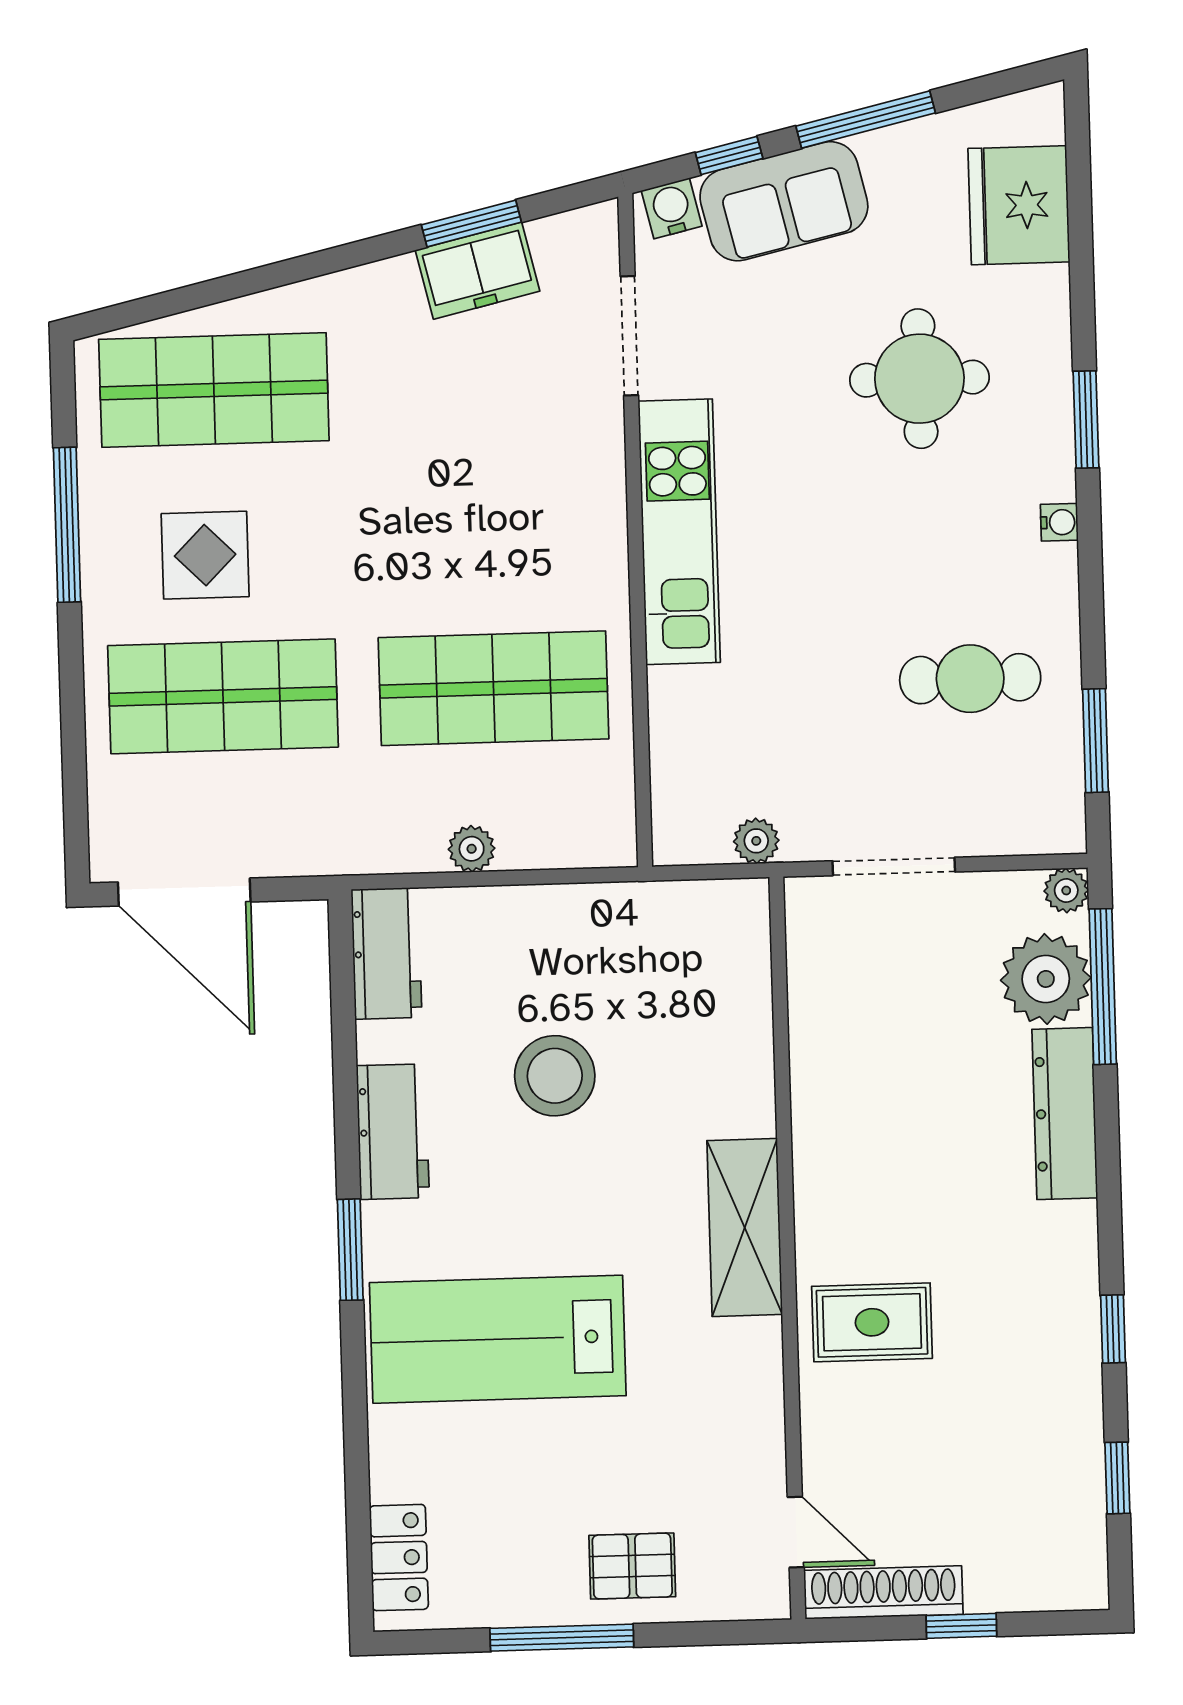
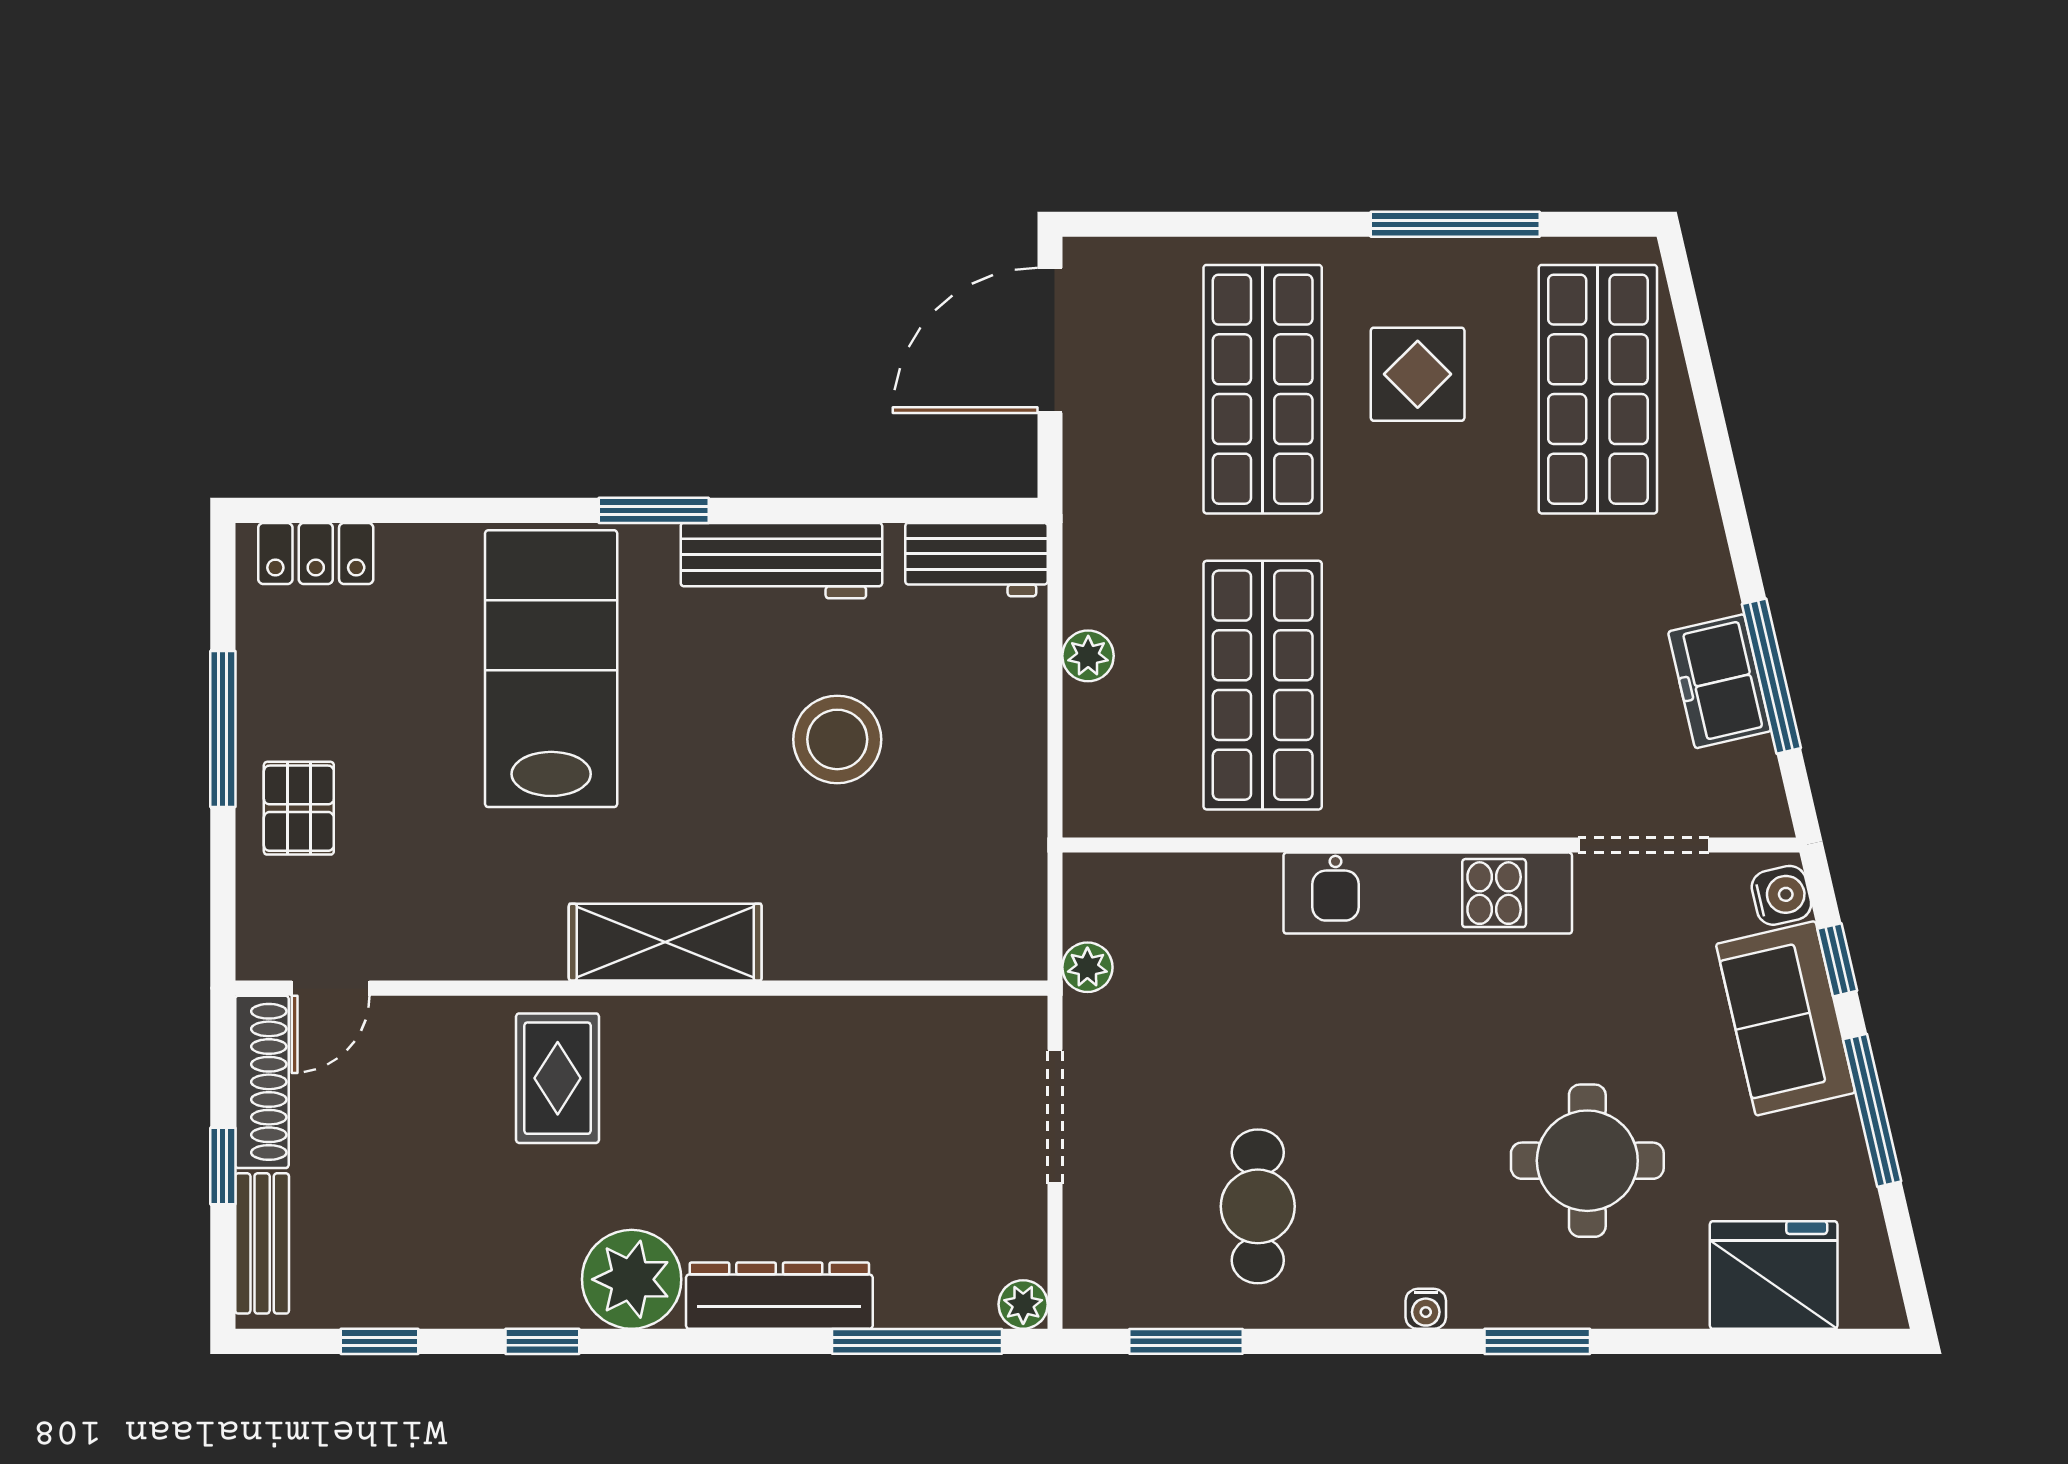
window: (471, 223) -> (1771, 676), width x1.44
plant: (1046, 979) -> (632, 1279), moved
workbench: (393, 1132) -> (781, 561), width x1.38
bench: (1031, 1588) -> (262, 1243), added

